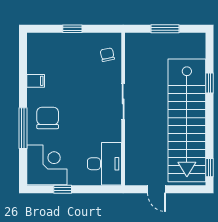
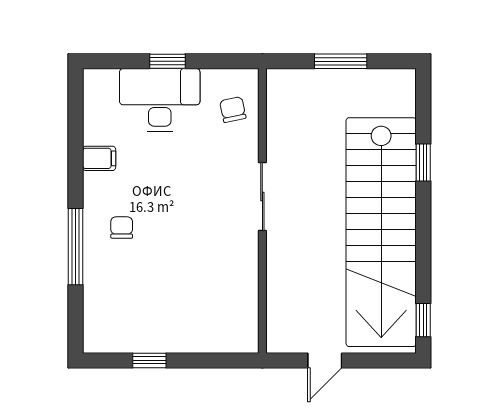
chair: (48, 118) -> (122, 227), width x0.54, depth x0.54
desk: (104, 164) -> (160, 100), moved, turned -90
corner desk: (47, 165) -> (120, 315), removed
door: (157, 189) -> (325, 360), hinge flipped

